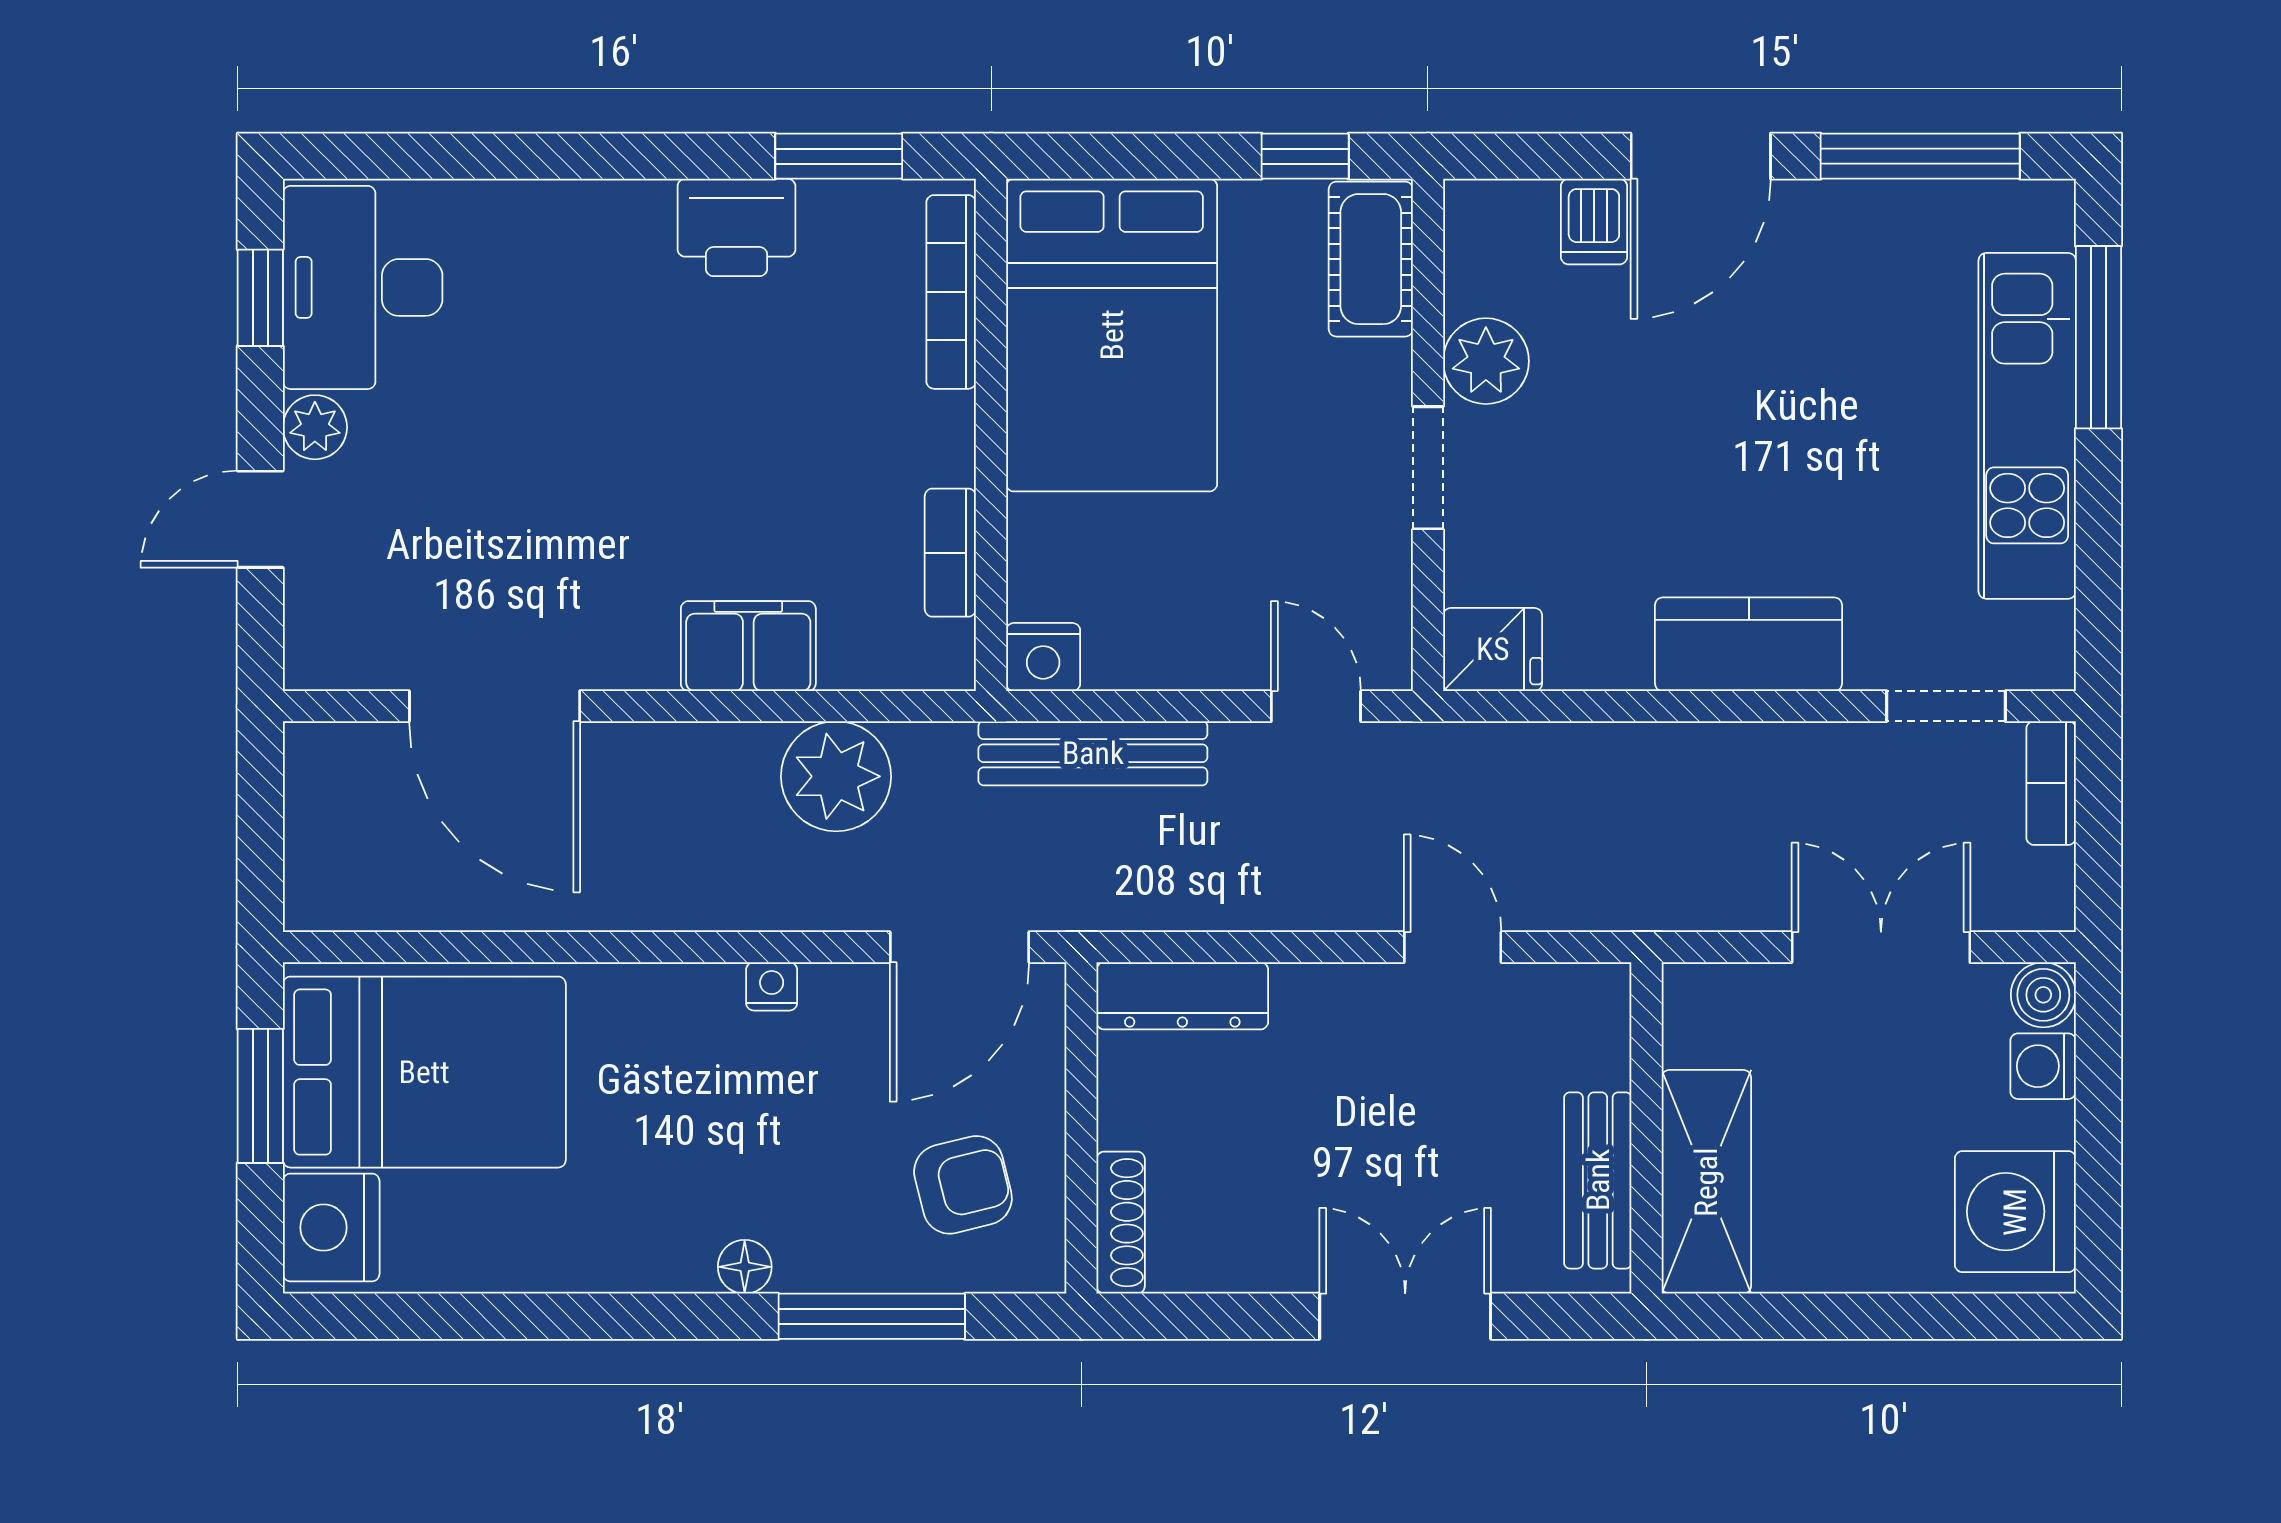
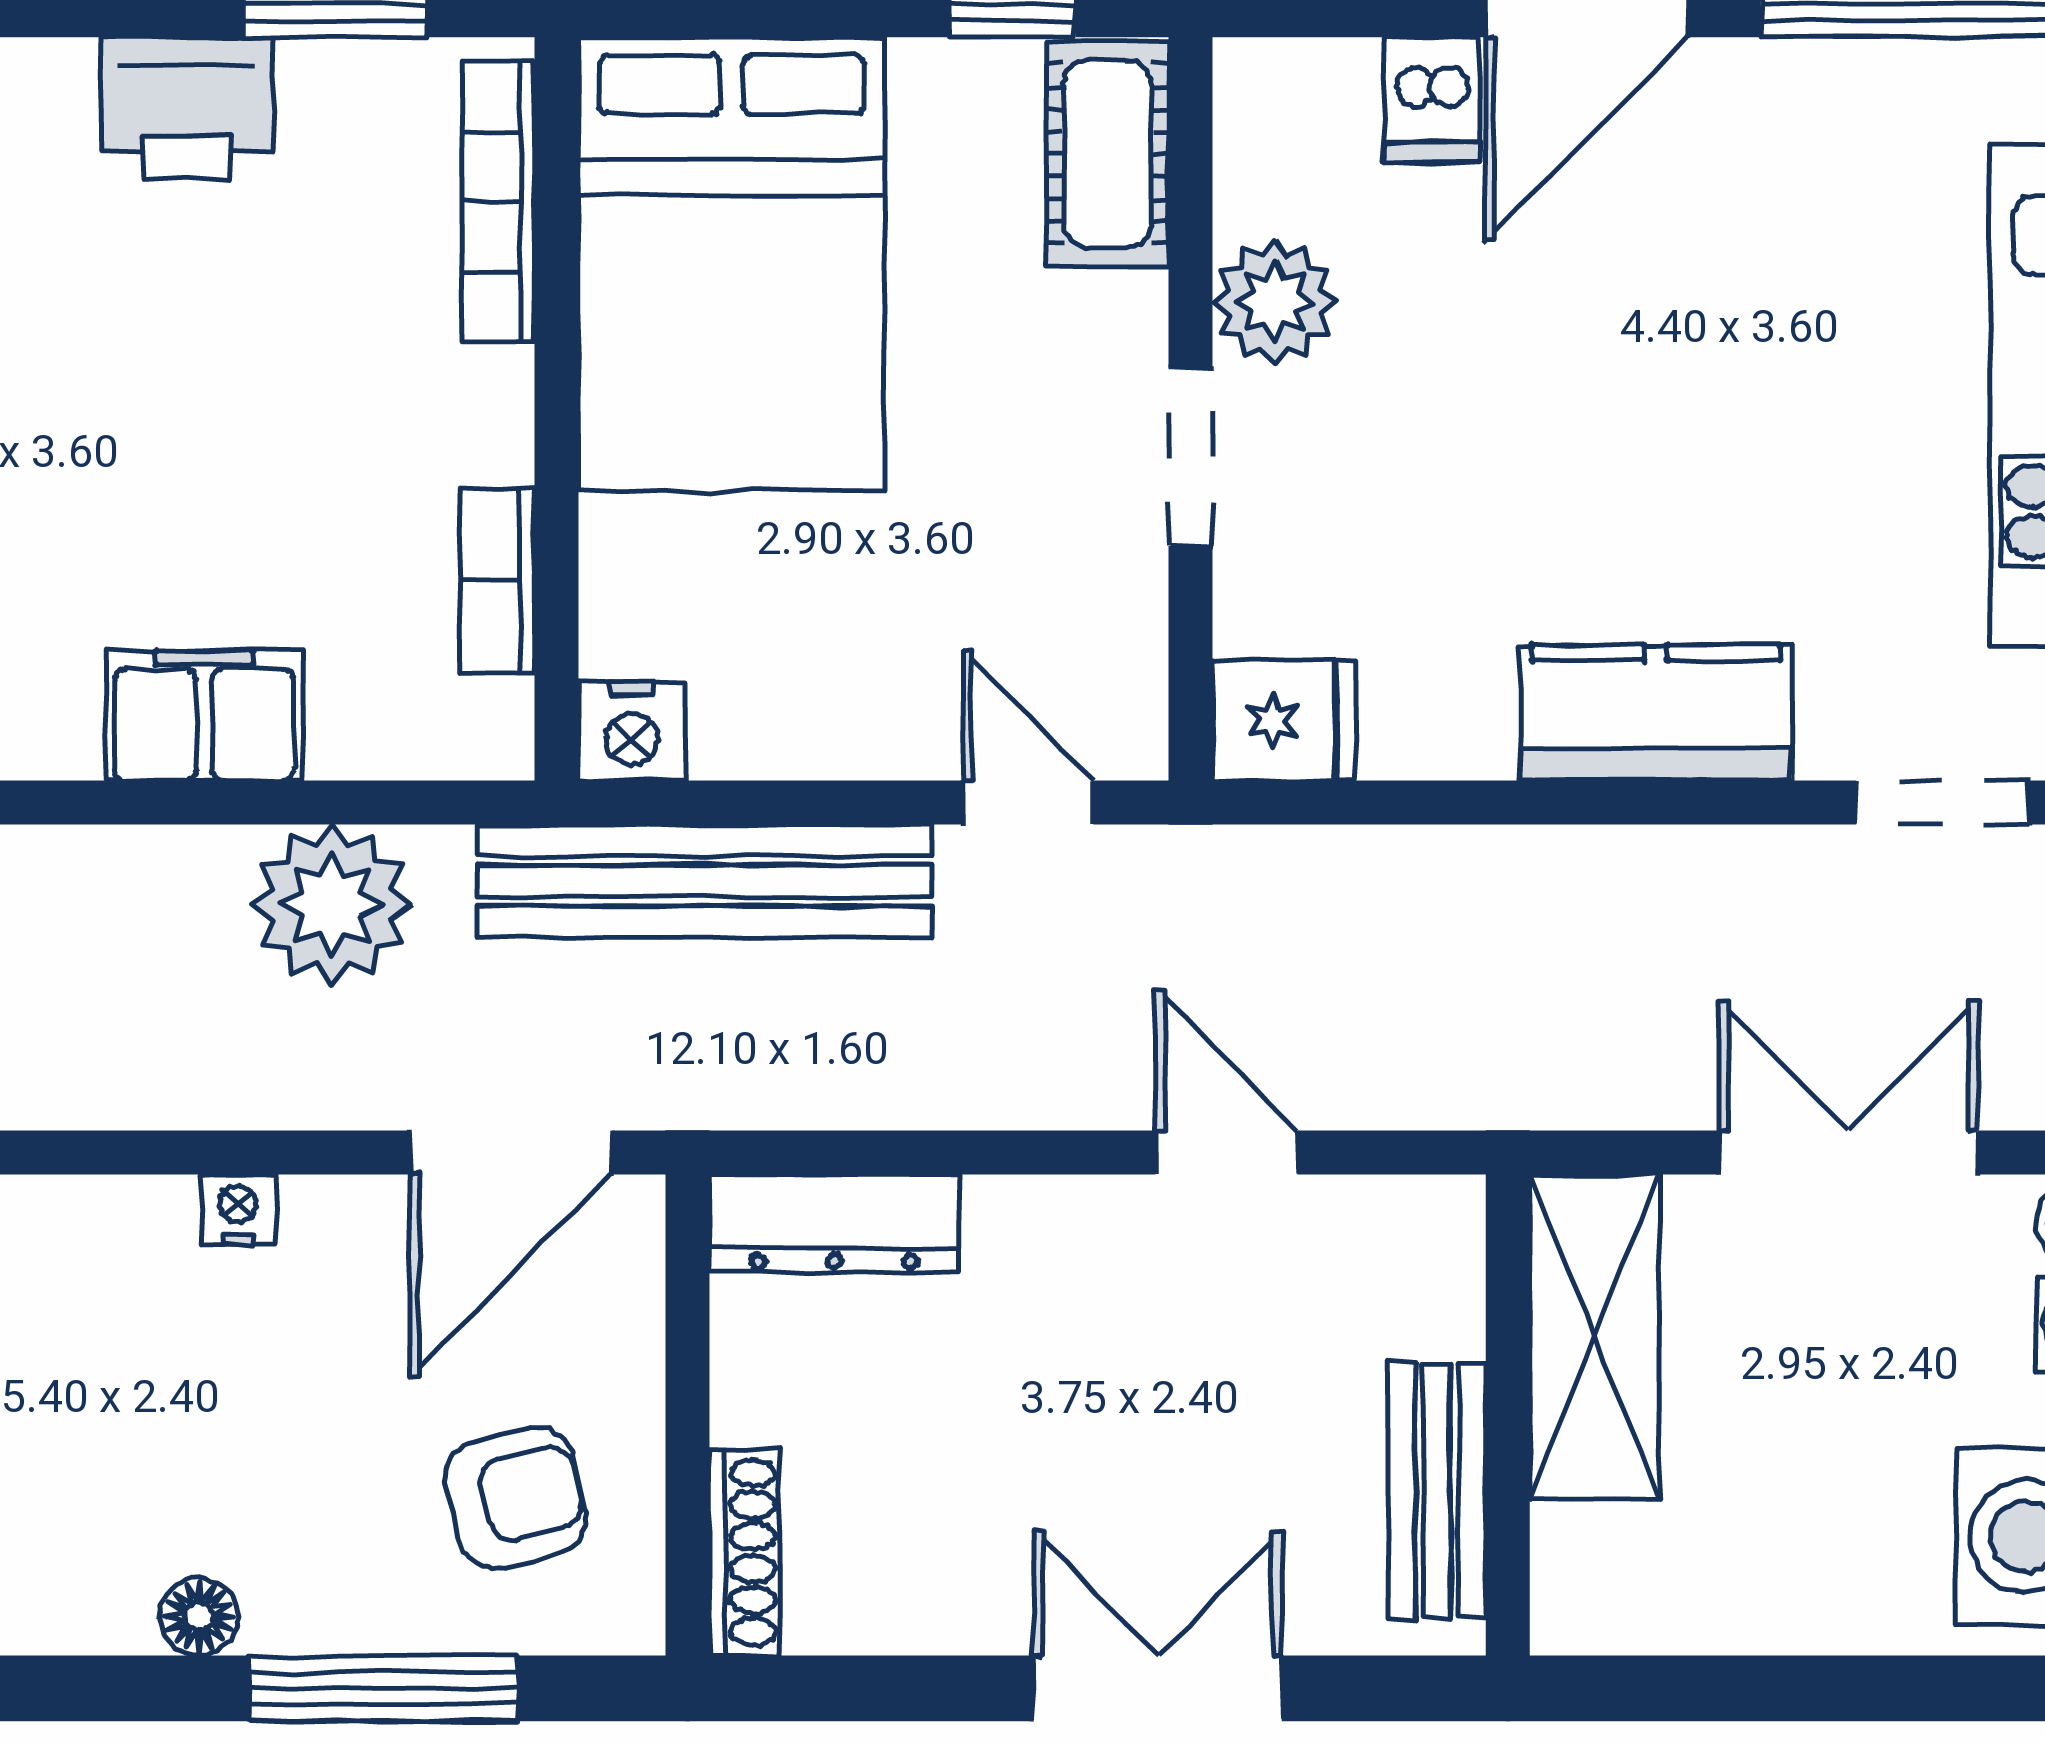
bench: (1093, 753) -> (704, 881), width x1.37, depth x1.21
shelving: (1706, 1182) -> (1595, 1337), moved

